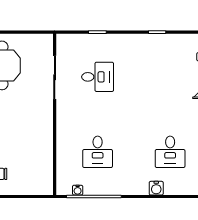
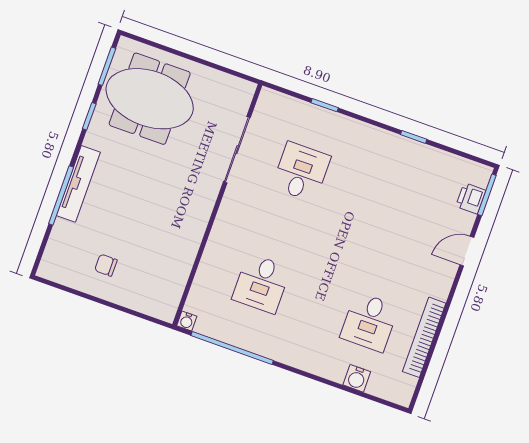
desk: (98, 77) -> (301, 172), turned -90
water cooler: (156, 188) -> (357, 378), moved
water cooler: (78, 190) -> (187, 321), moved

